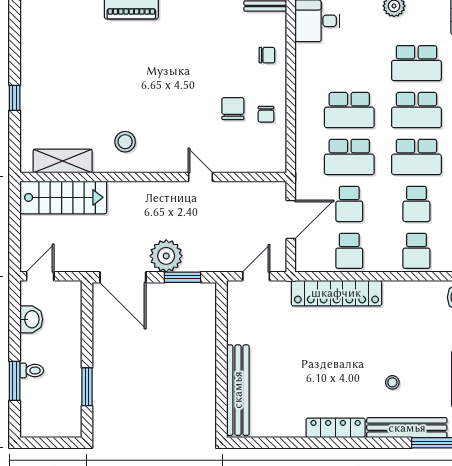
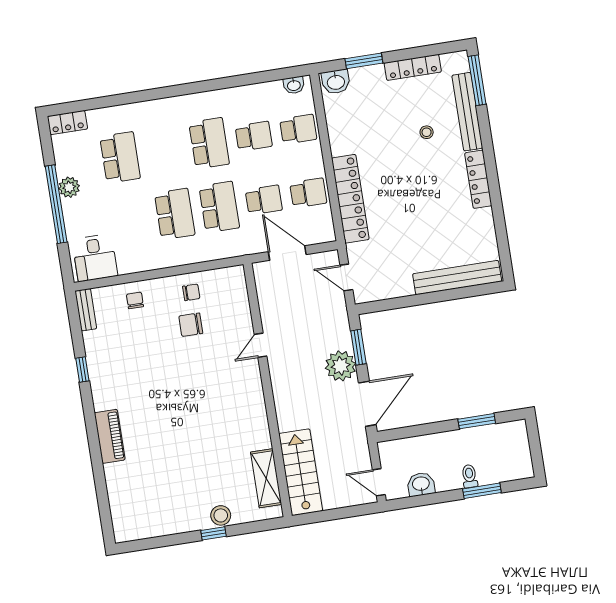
school desk: (416, 110) -> (165, 150), removed
stool: (125, 142) -> (221, 515), moved

